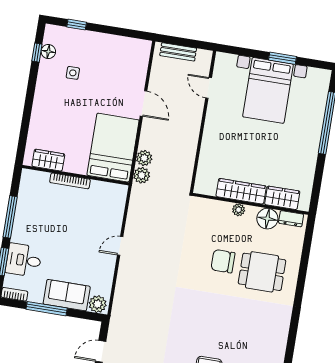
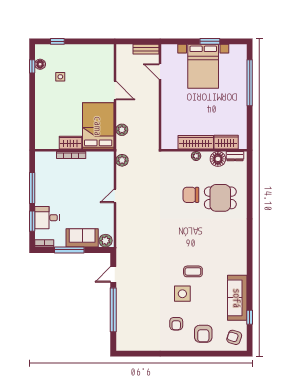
bench: (178, 52) -> (146, 49), moved
wardrobe: (48, 160) -> (70, 143), moved
plant: (142, 175) -> (122, 160), moved

